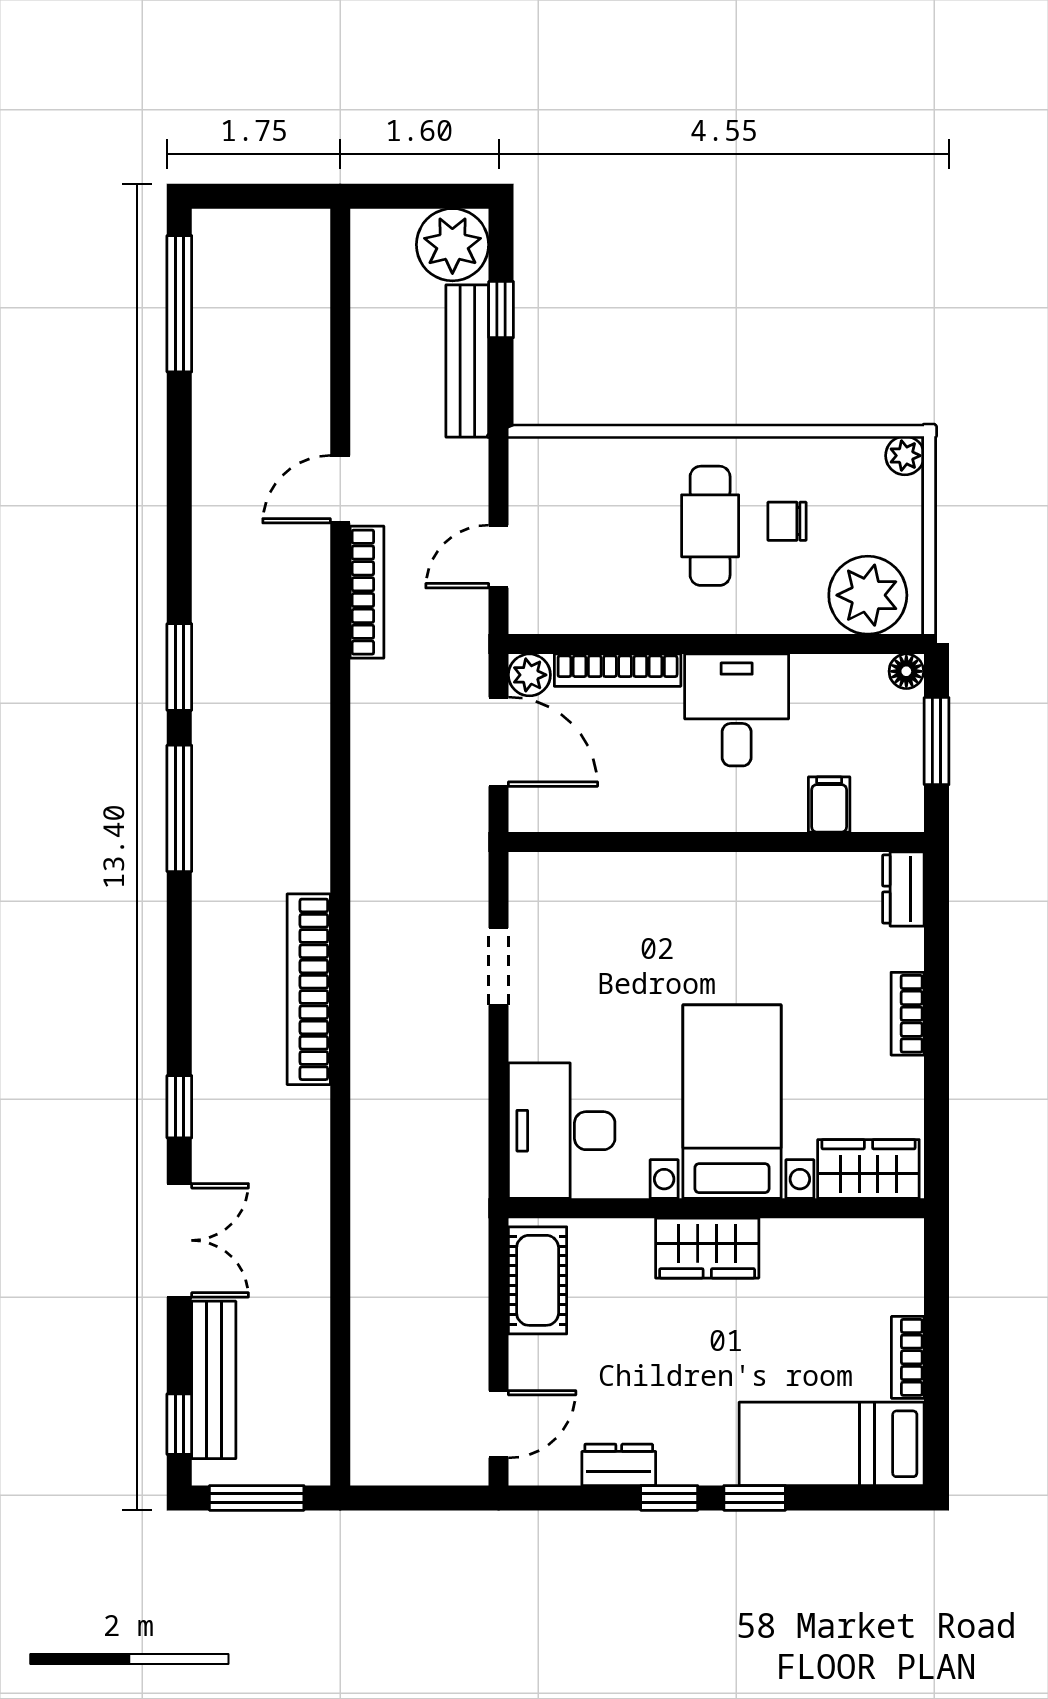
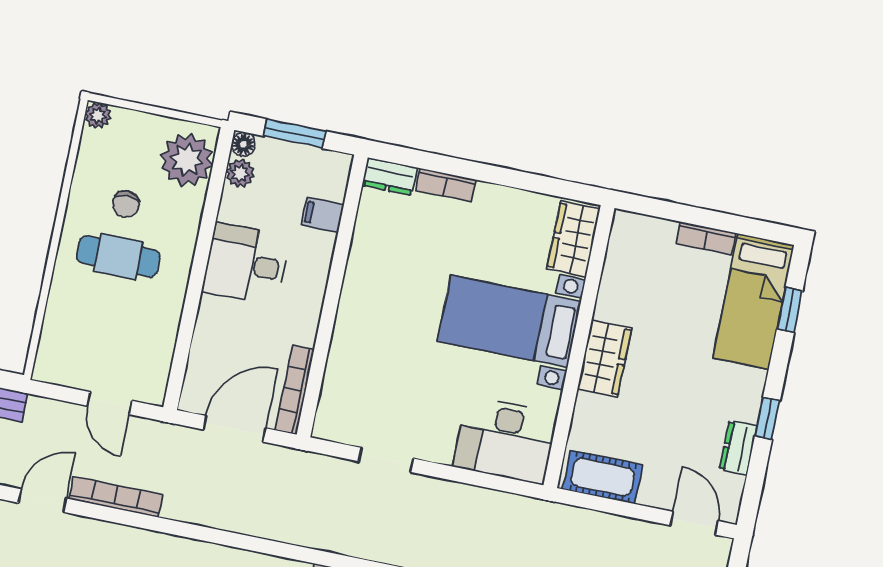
door: (340, 489) -> (42, 501), swing flipped
bookcase: (618, 670) -> (295, 390), moved, turned 180
plant: (529, 675) -> (240, 173), moved
bookcase: (908, 1014) -> (446, 185), moved
window: (755, 1498) -> (790, 310), moved

